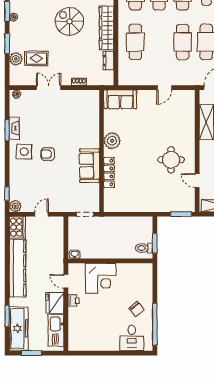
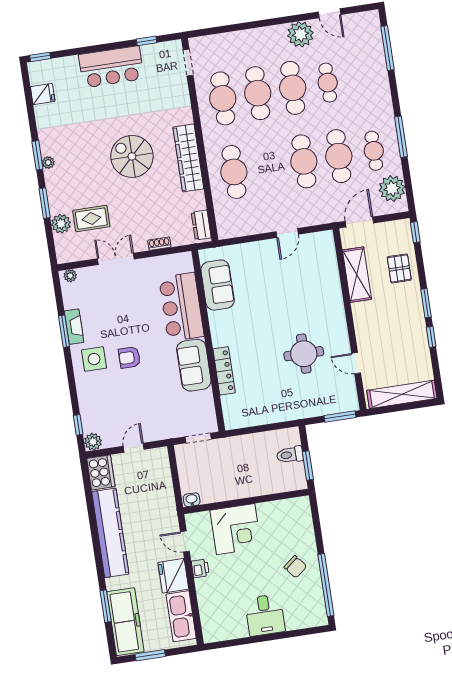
dresser: (108, 61) -> (201, 225), moved
sofa: (120, 99) -> (218, 285), moved, turned -90
bar counter: (87, 126) -> (181, 307), added
plant: (112, 141) -> (222, 323), removed
round table: (171, 160) -> (304, 354), moved
toilet: (144, 248) -> (290, 455), moved
desk: (132, 338) -> (265, 615), moved

